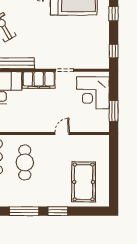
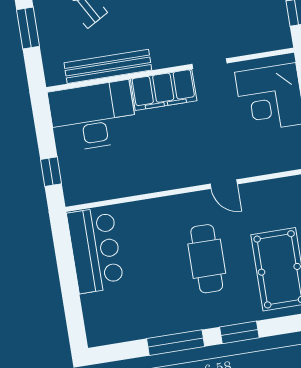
door: (62, 133) -> (224, 184), swing flipped
cafe table: (25, 162) -> (207, 259), moved

